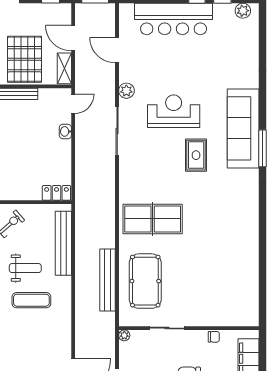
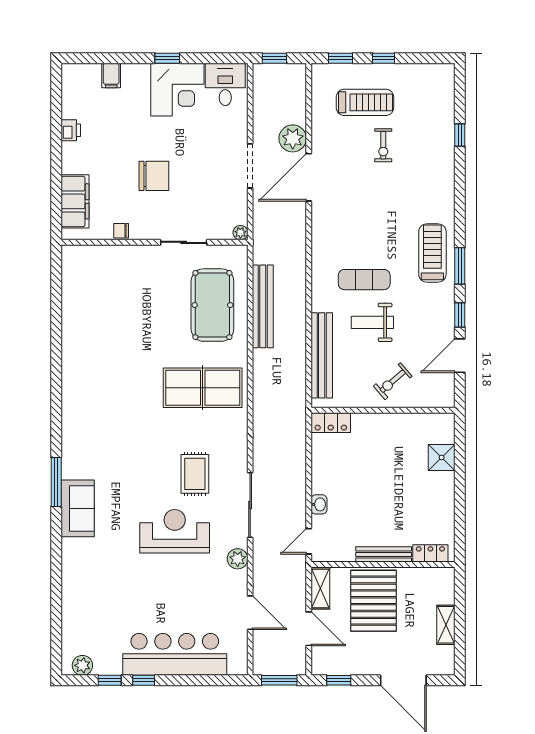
reception desk: (174, 111) -> (175, 531), turned 180
sofa: (243, 128) -> (78, 508), width x0.54, depth x0.79
rug: (196, 155) -> (195, 474), moved

